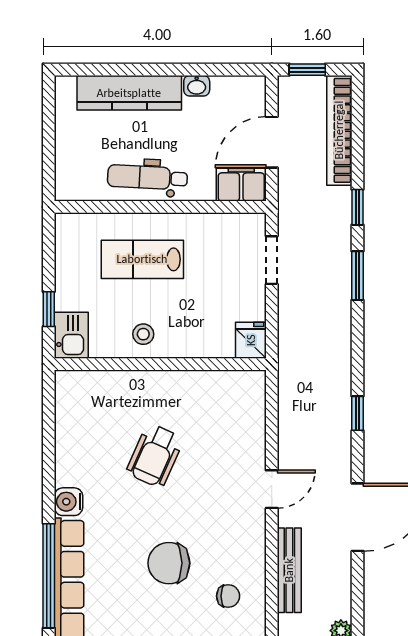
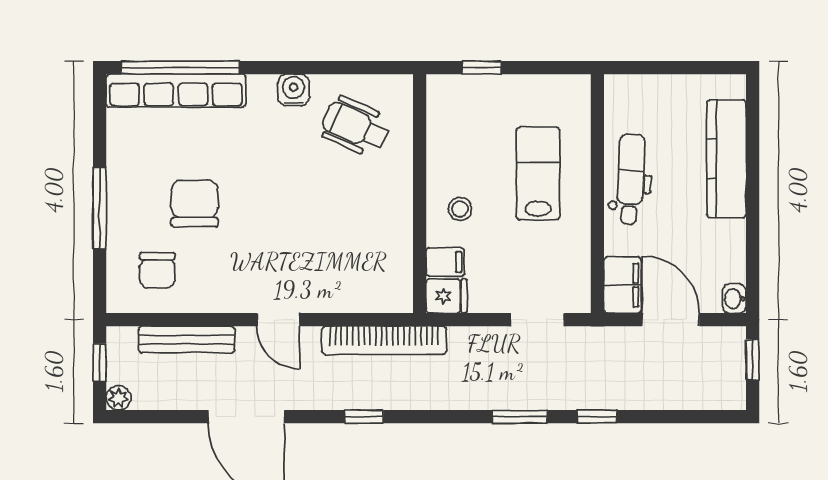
washbasin: (197, 86) -> (734, 299), moved
bookcase: (339, 130) -> (384, 340), moved, turned 180
stool: (143, 334) -> (460, 209), moved
kitchen sink: (71, 335) -> (452, 93), removed
filing cabinet: (221, 341) -> (445, 262), added
wheelchair: (155, 456) -> (355, 127), moved
water cooler: (68, 502) -> (294, 90), moved
chair: (228, 596) -> (157, 270), width x1.37, depth x1.37

